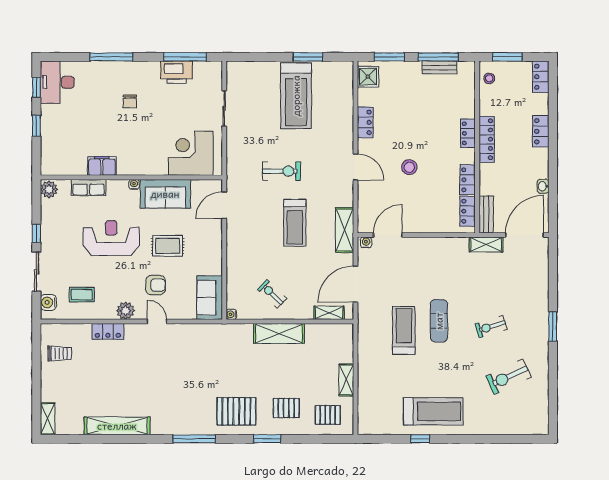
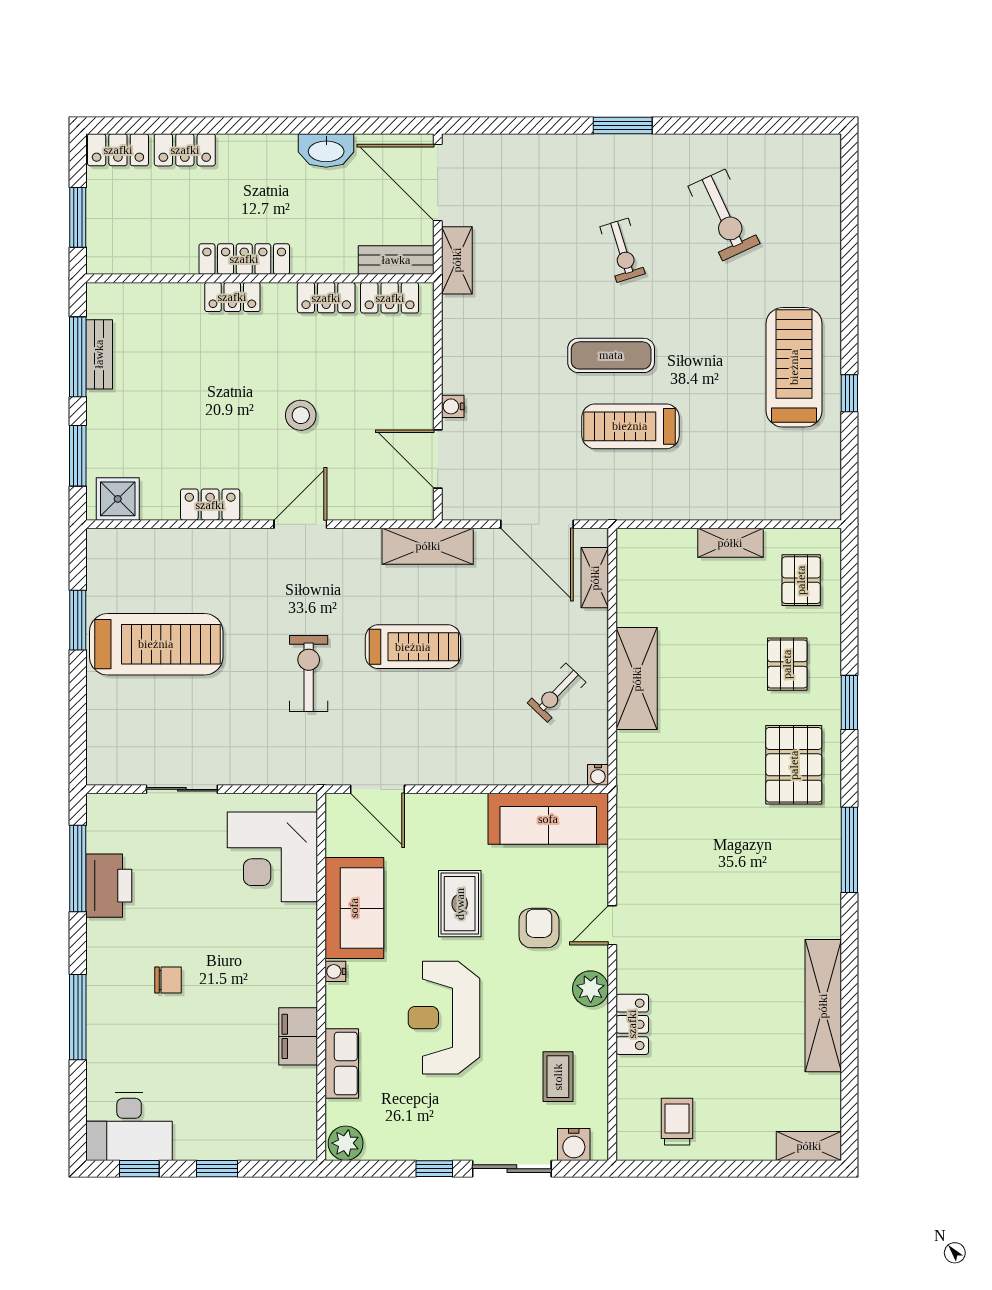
stool: (489, 78) -> (121, 254), removed
locker: (541, 131) -> (185, 150), moved
washbasin: (543, 186) -> (326, 150), width x1.91, depth x1.45
water cooler: (366, 242) -> (453, 406), moved
sofa: (210, 298) -> (548, 819), width x1.36

